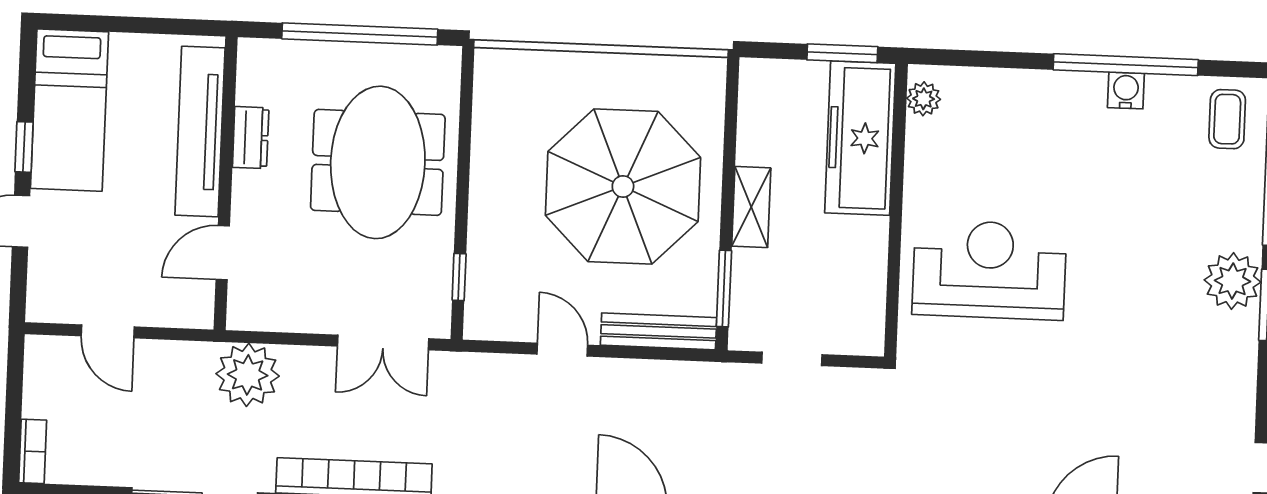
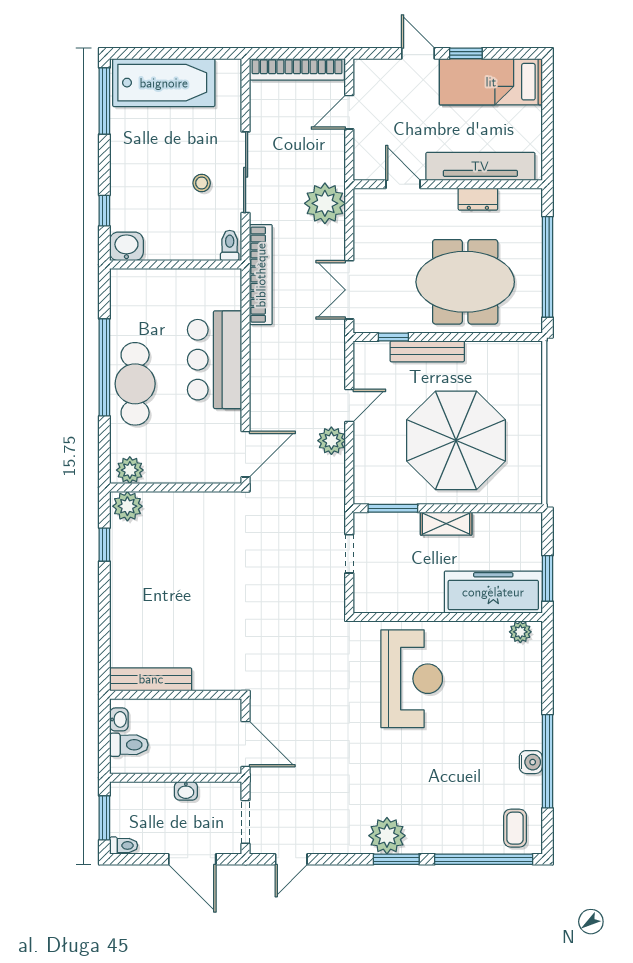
coffee table: (1227, 119) -> (515, 828), turned 90
plant: (1233, 281) -> (387, 836), moved
bench: (659, 331) -> (427, 351), moved, turned 90
plant: (616, 379) -> (331, 441), added
bookcase: (33, 451) -> (297, 69), width x2.31, depth x1.31

